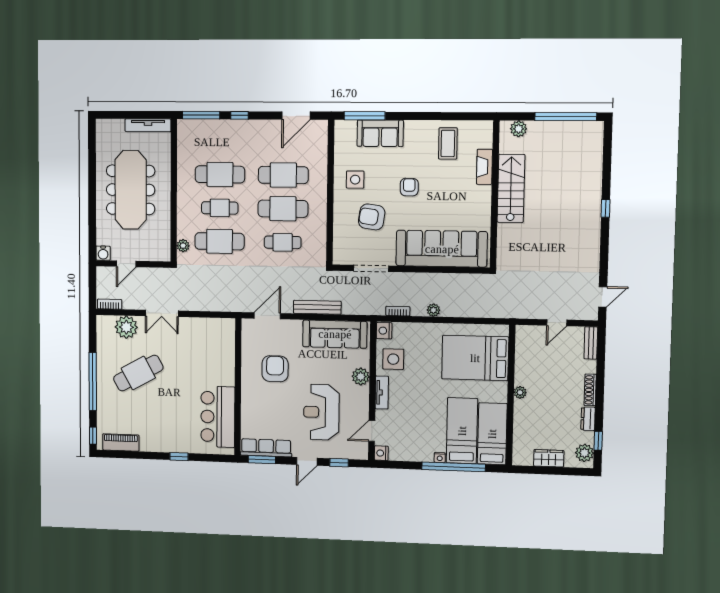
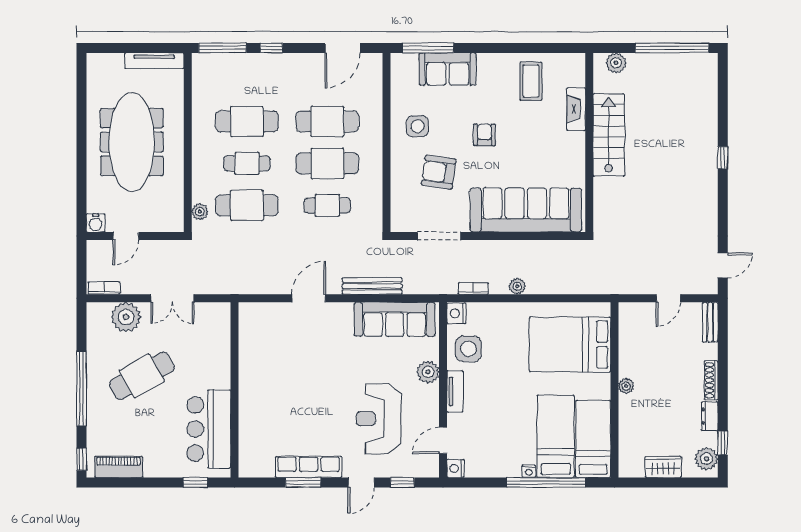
armchair: (275, 369) -> (319, 365), removed
wall: (238, 387) -> (234, 390), moved
bar counter: (218, 417) -> (209, 429), moved

